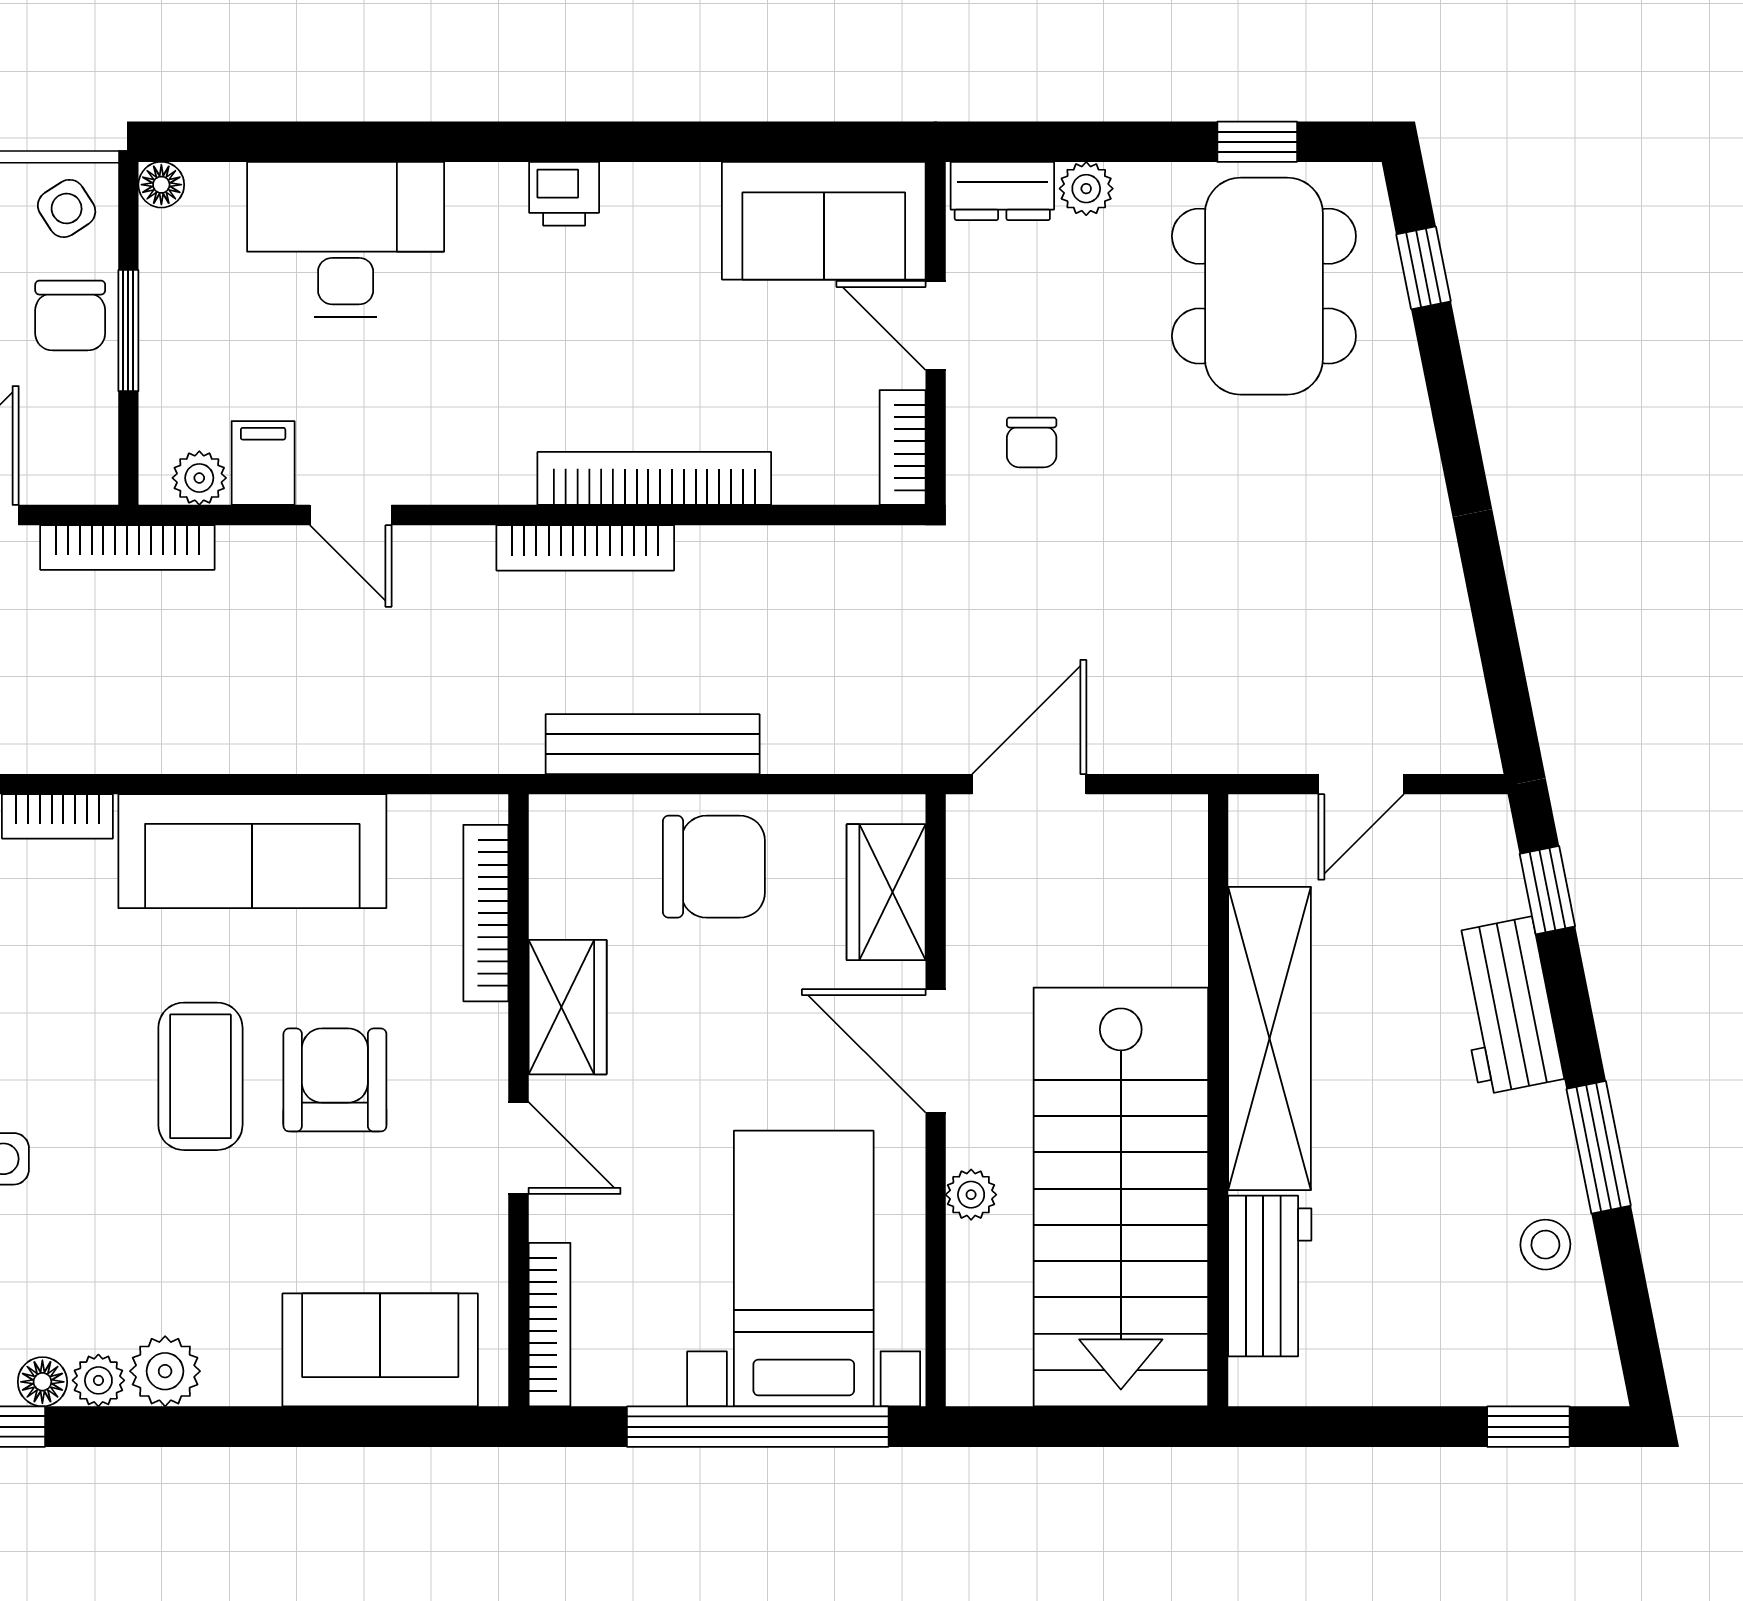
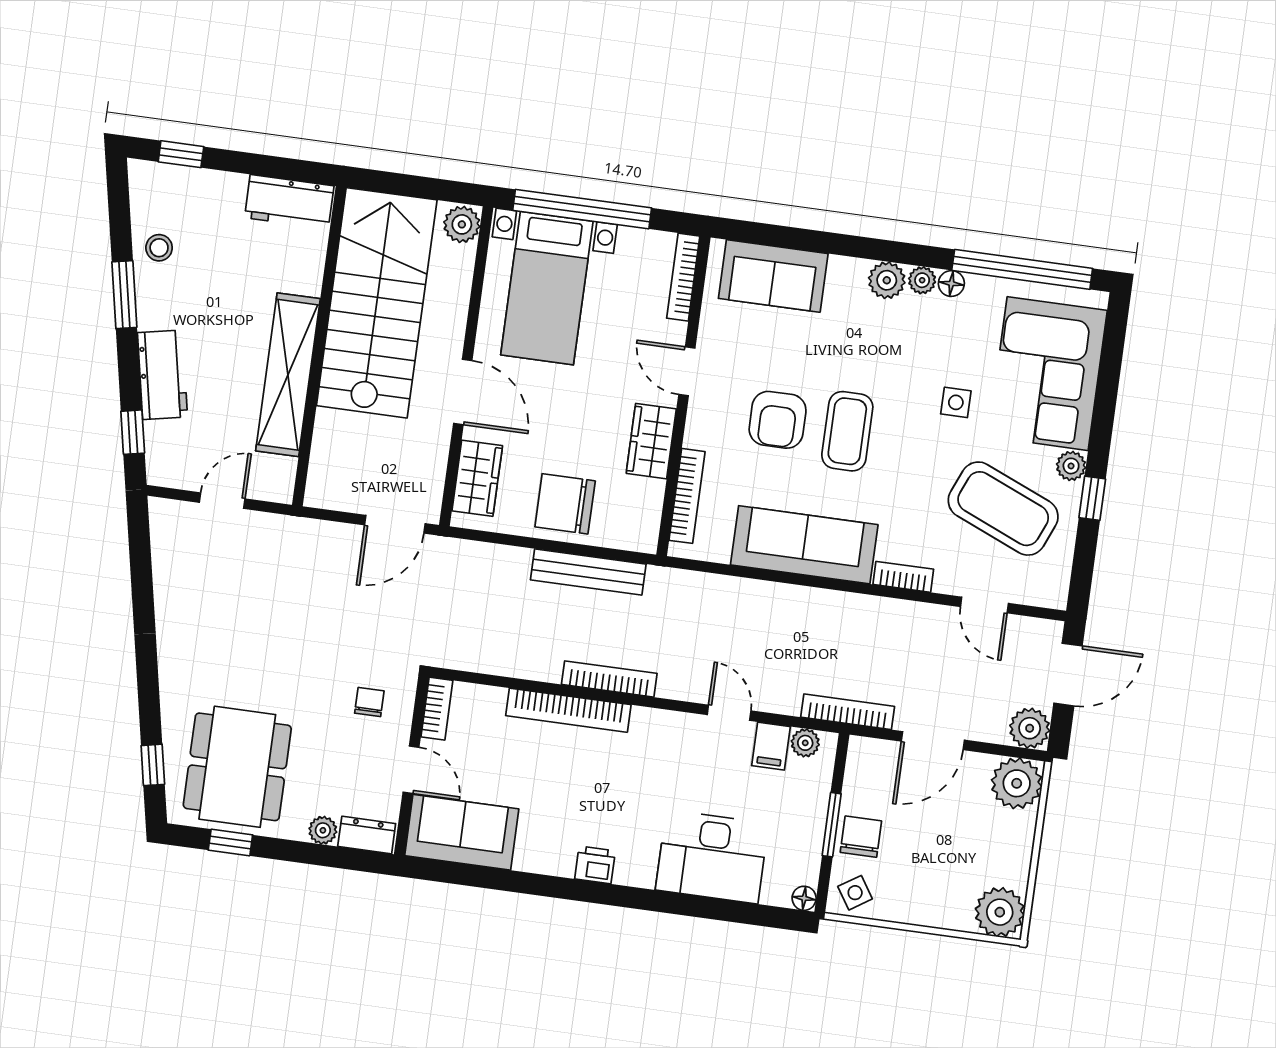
plant: (971, 1195) -> (462, 224), moved, width x1.38, depth x1.38
workbench: (1270, 1276) -> (289, 202), moved, turned -90

